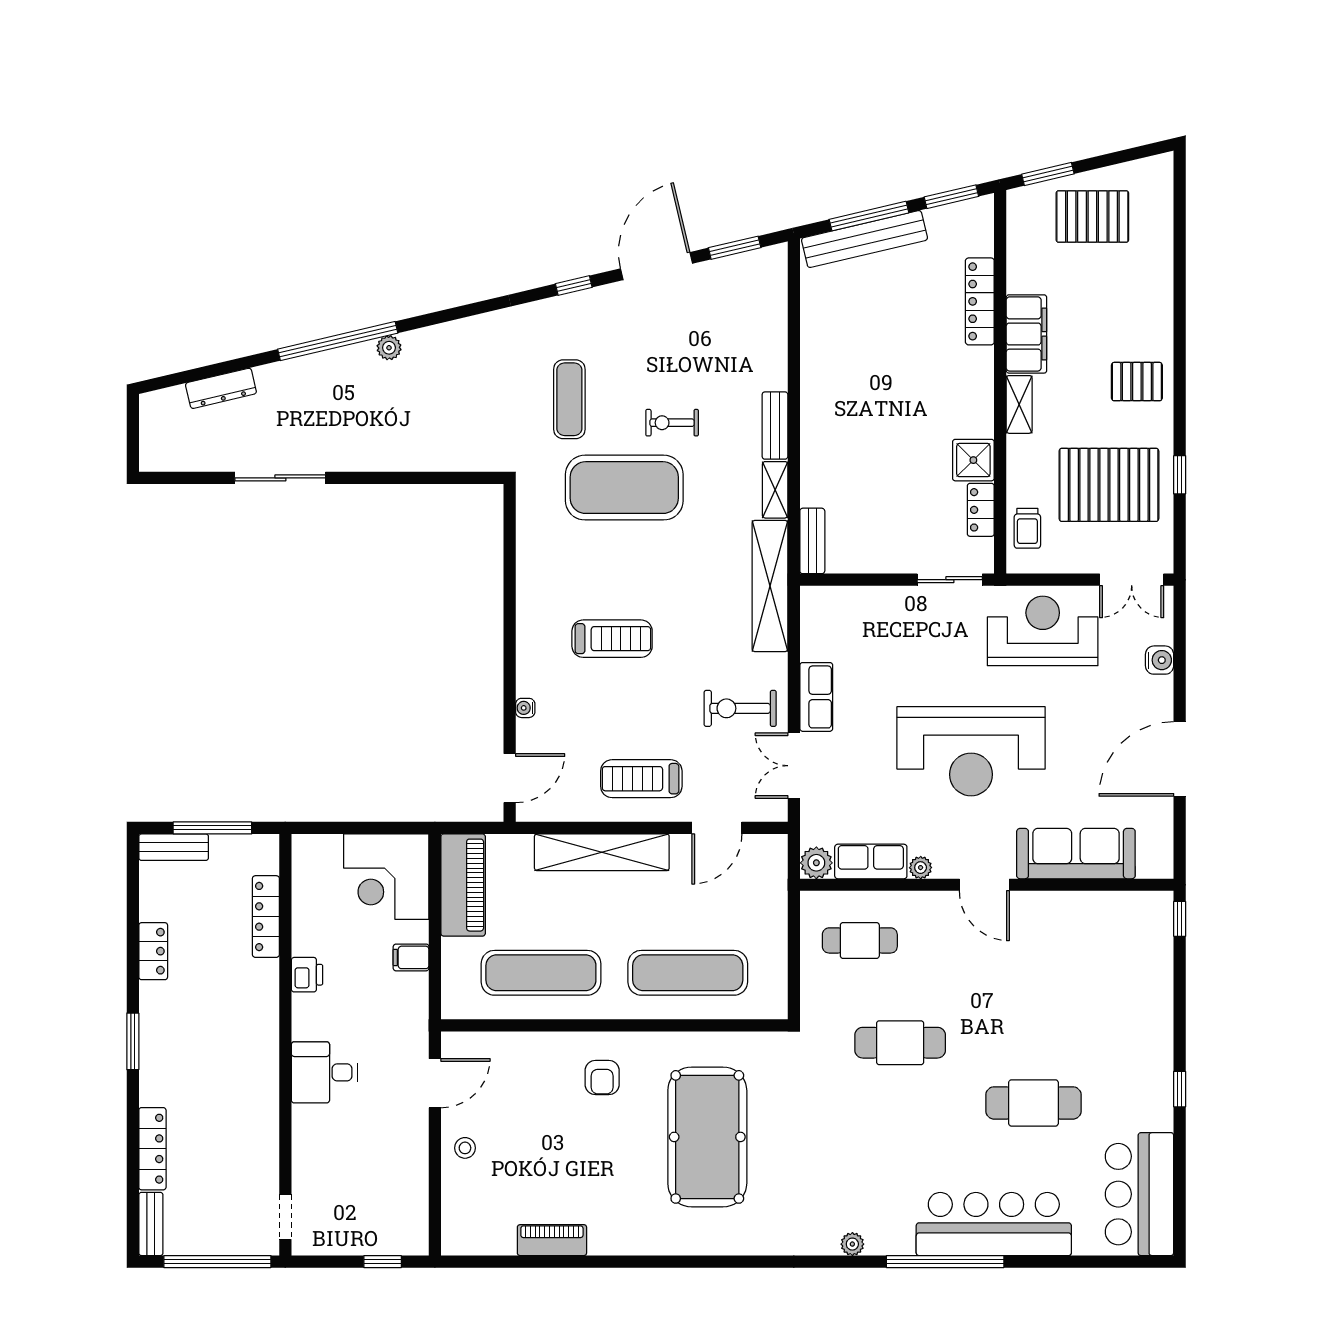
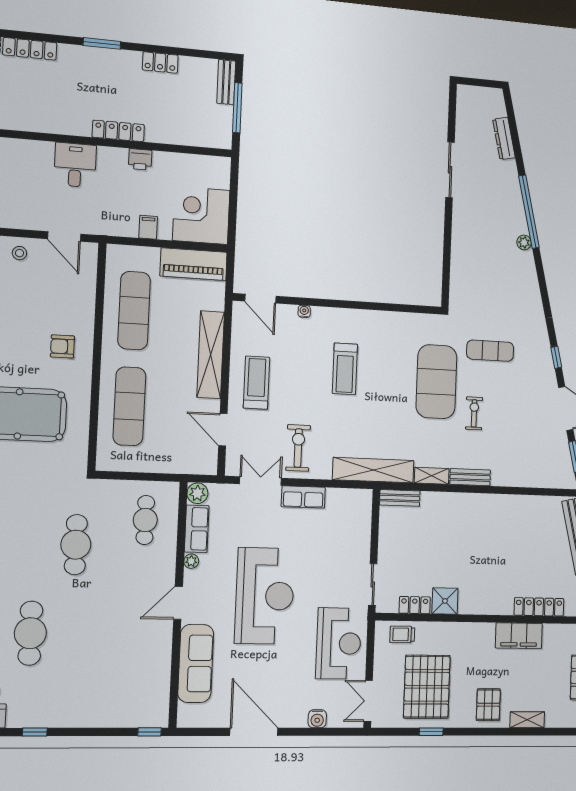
shelving: (1019, 404) -> (527, 720), moved
reception desk: (971, 751) -> (265, 596), turned 180
locker: (266, 917) -> (118, 131), moved

